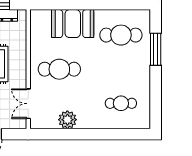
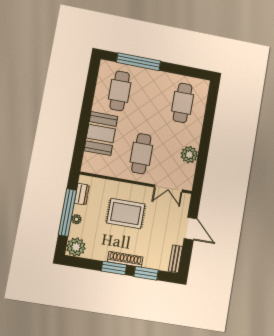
window: (156, 49) -> (139, 62), width x1.46
cafe table: (121, 103) -> (183, 103), width x1.37, depth x1.35

